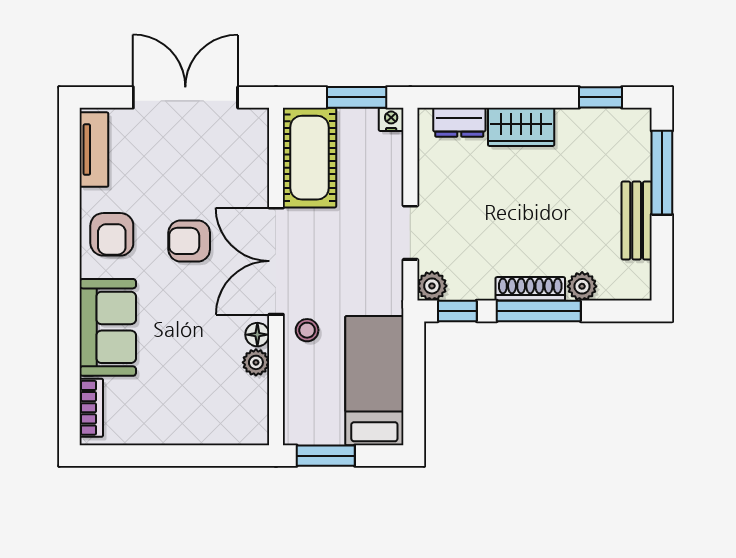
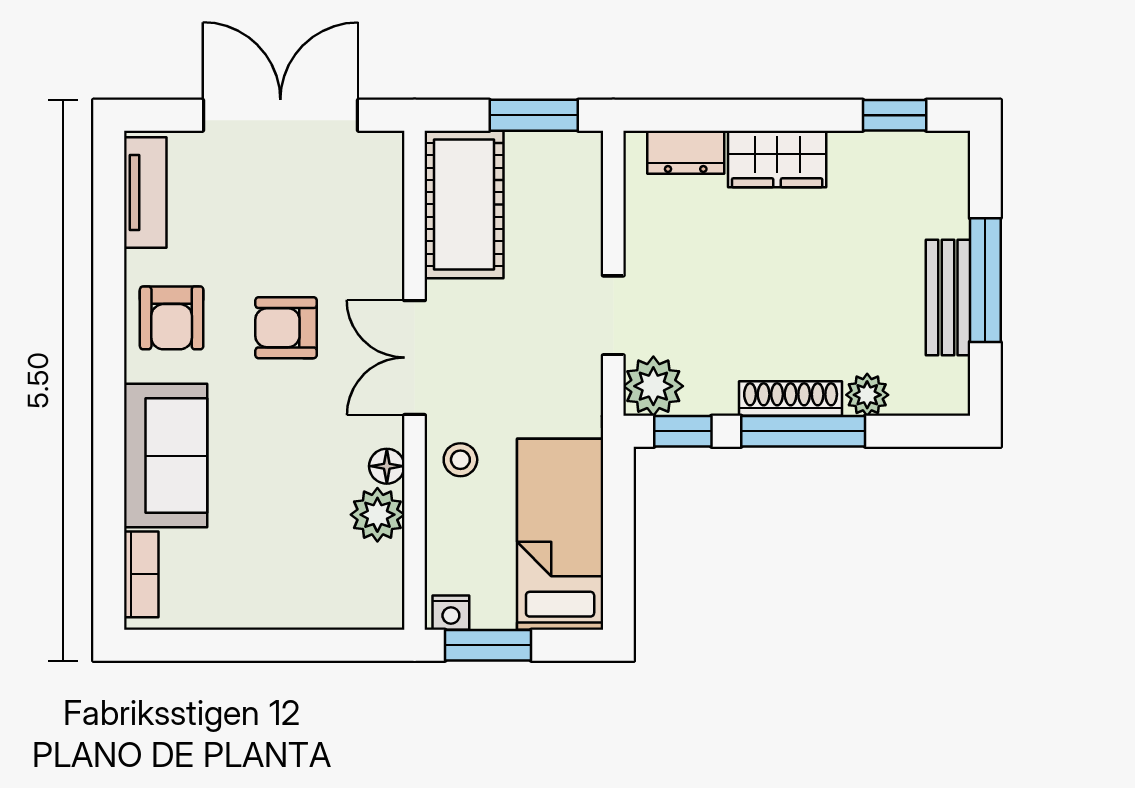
nightstand: (391, 119) -> (451, 613), moved, turned 180
window: (662, 173) -> (985, 280), moved
double door: (276, 261) -> (415, 358), width x0.73
plant: (432, 286) -> (653, 386), width x1.38, depth x1.38
plant: (256, 362) -> (377, 515), width x1.38, depth x1.38

